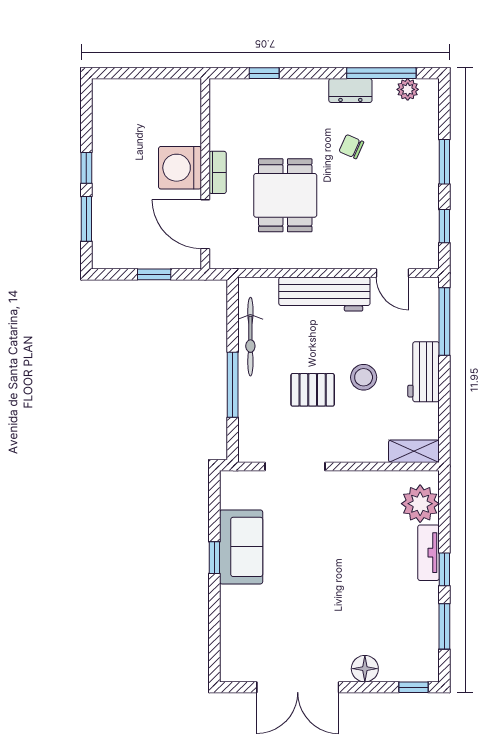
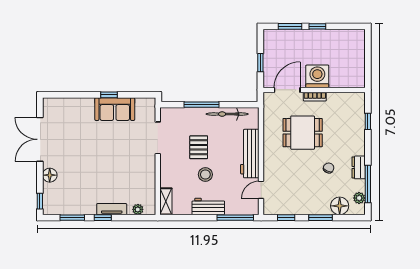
floor lamp: (422, 126) -> (340, 206), added
plant: (420, 504) -> (138, 209), width x0.53, depth x0.53

